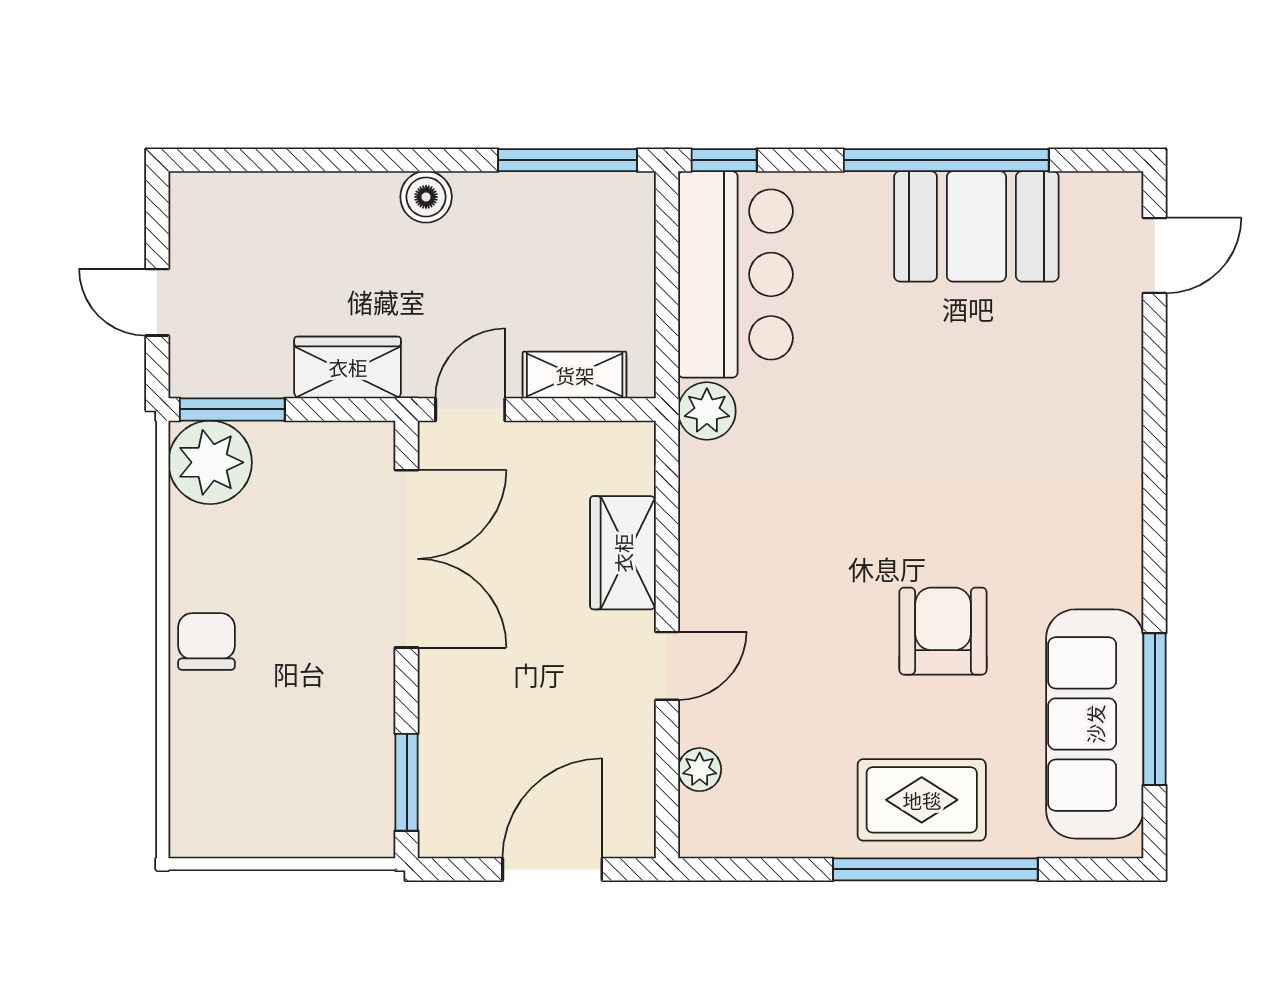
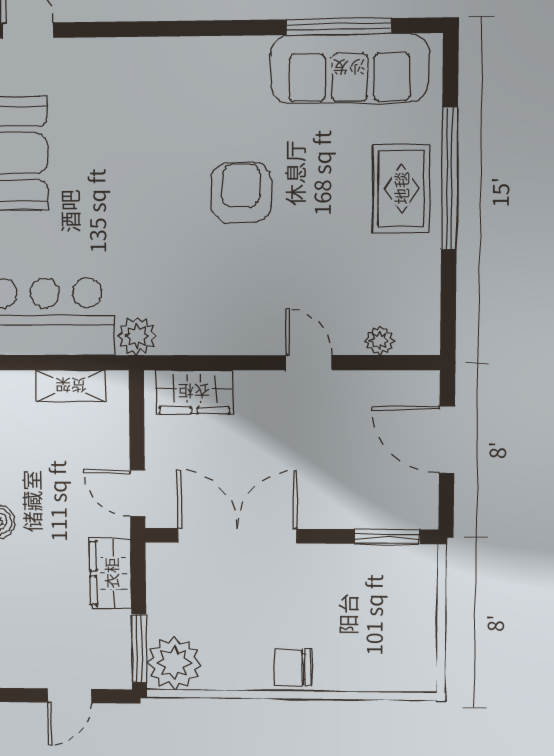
shelving: (575, 375) -> (71, 386), moved, turned 90
wardrobe: (623, 553) -> (194, 392), moved
armchair: (943, 631) -> (241, 192), moved, turned 90

